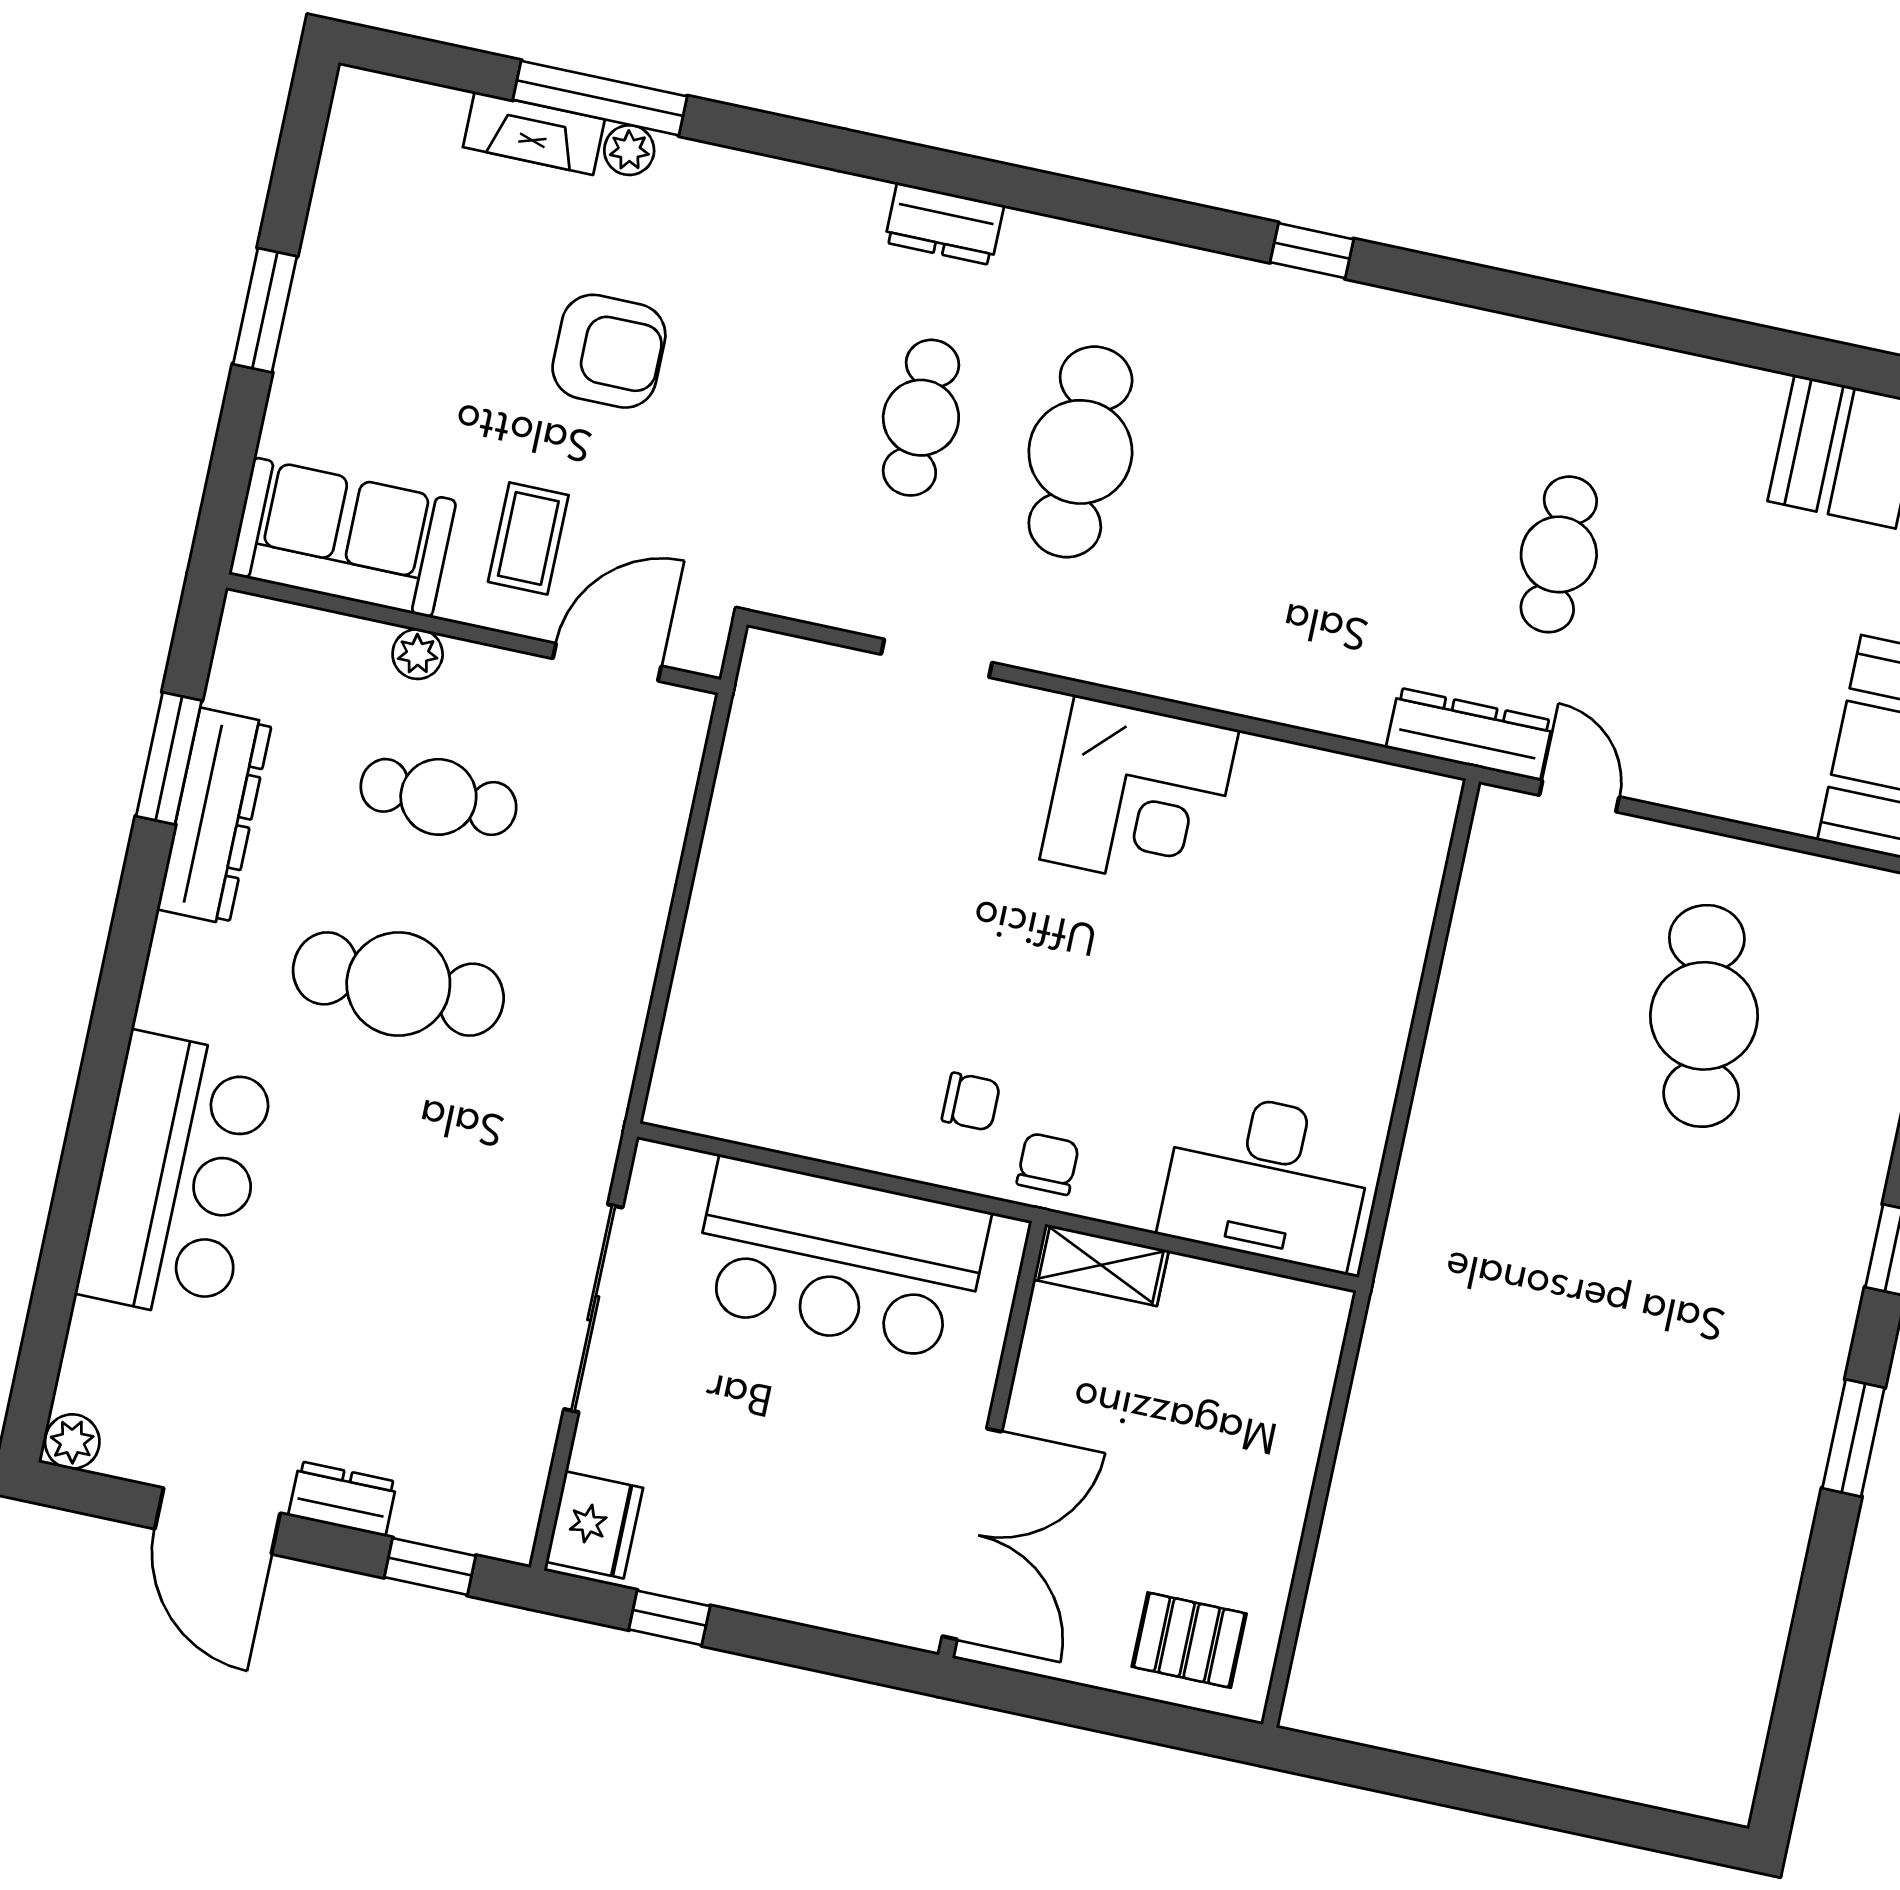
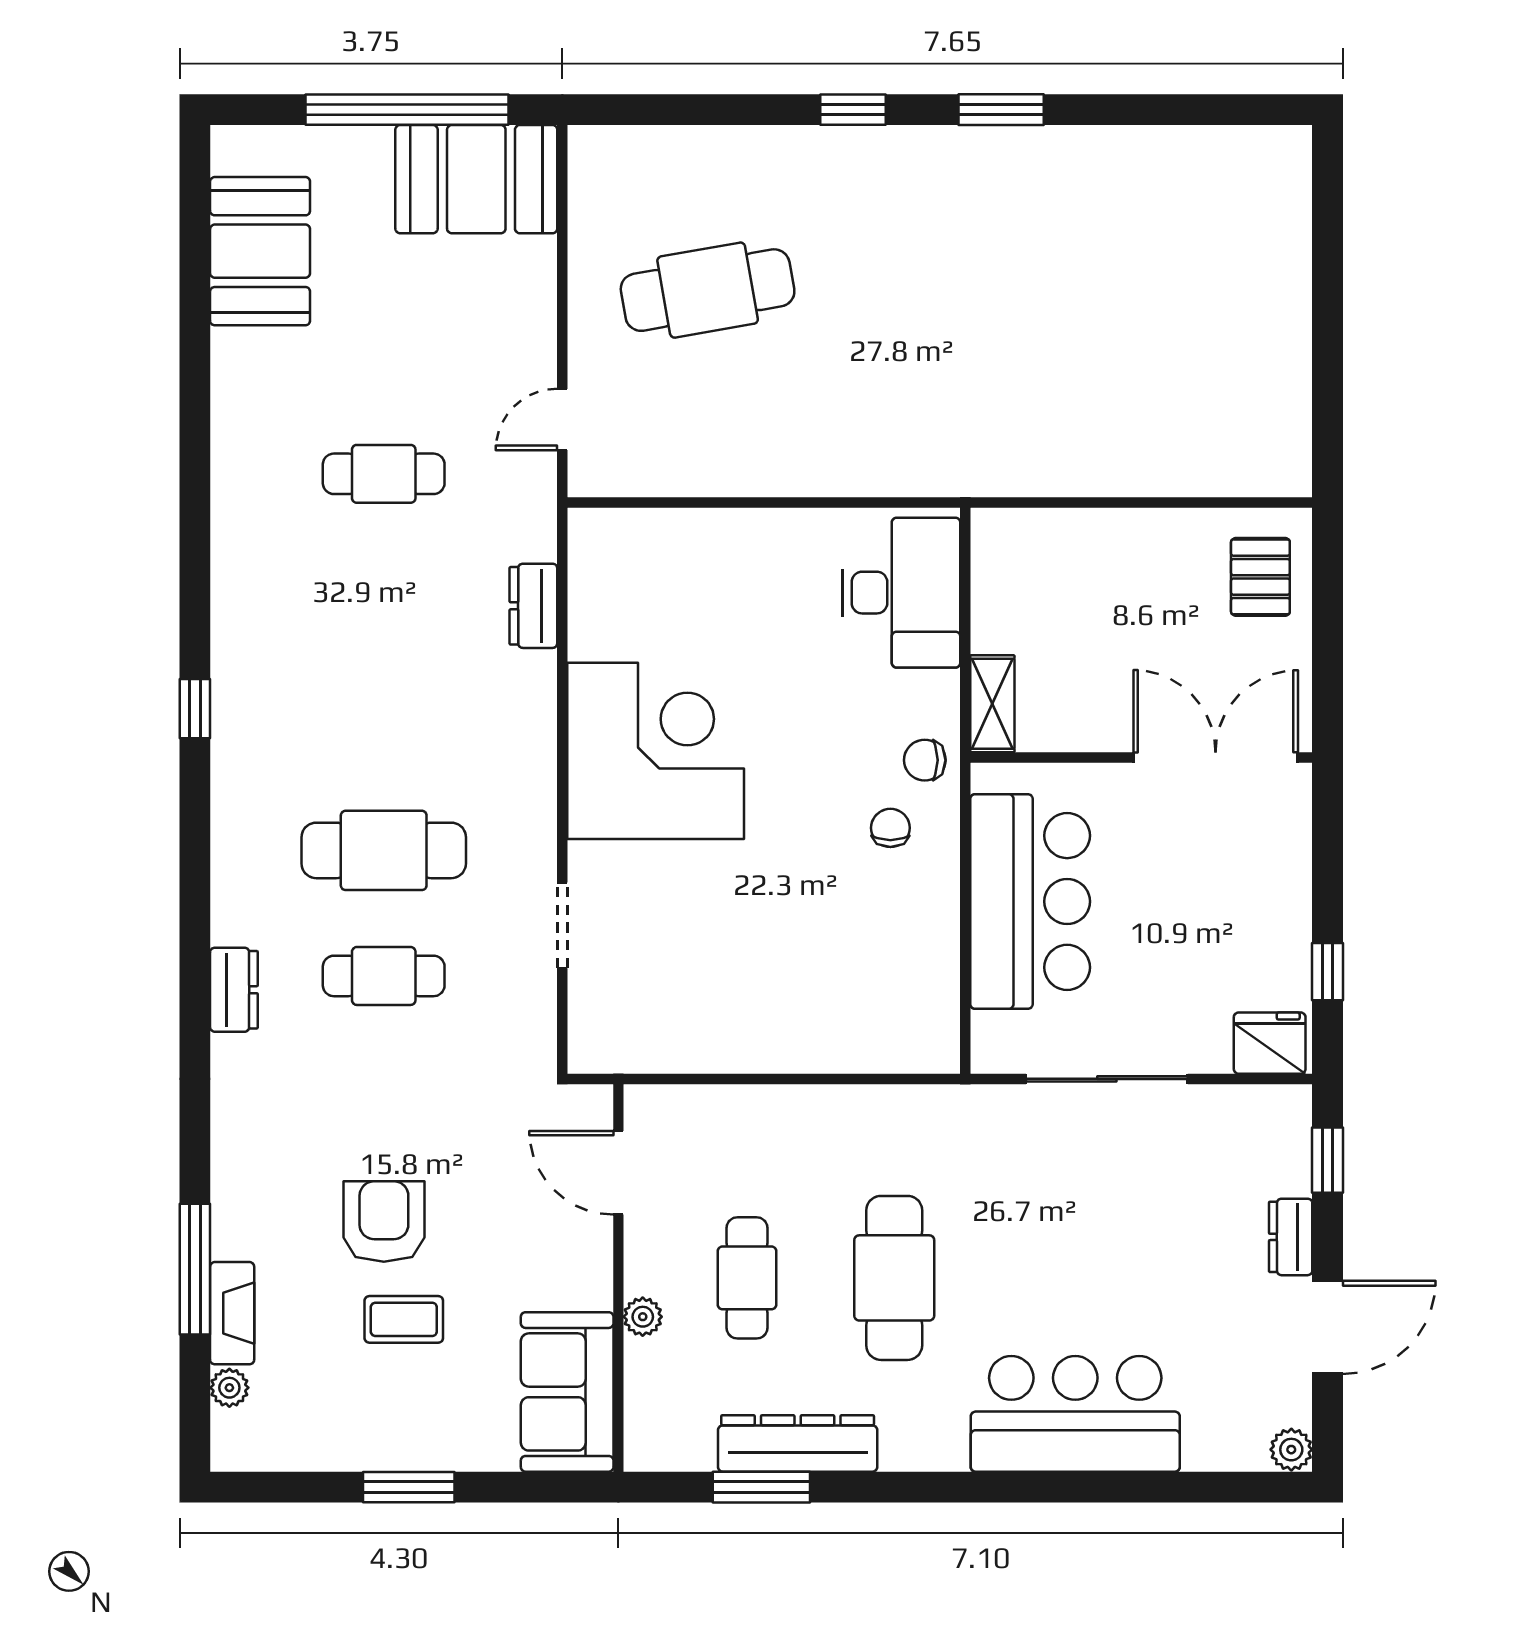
plant: (629, 150) -> (229, 1388), moved
coffee table: (528, 538) -> (404, 1319), moved
dresser: (1469, 734) -> (533, 606), moved, width x0.70
corner desk: (1139, 795) -> (656, 751), width x1.36, depth x1.36

